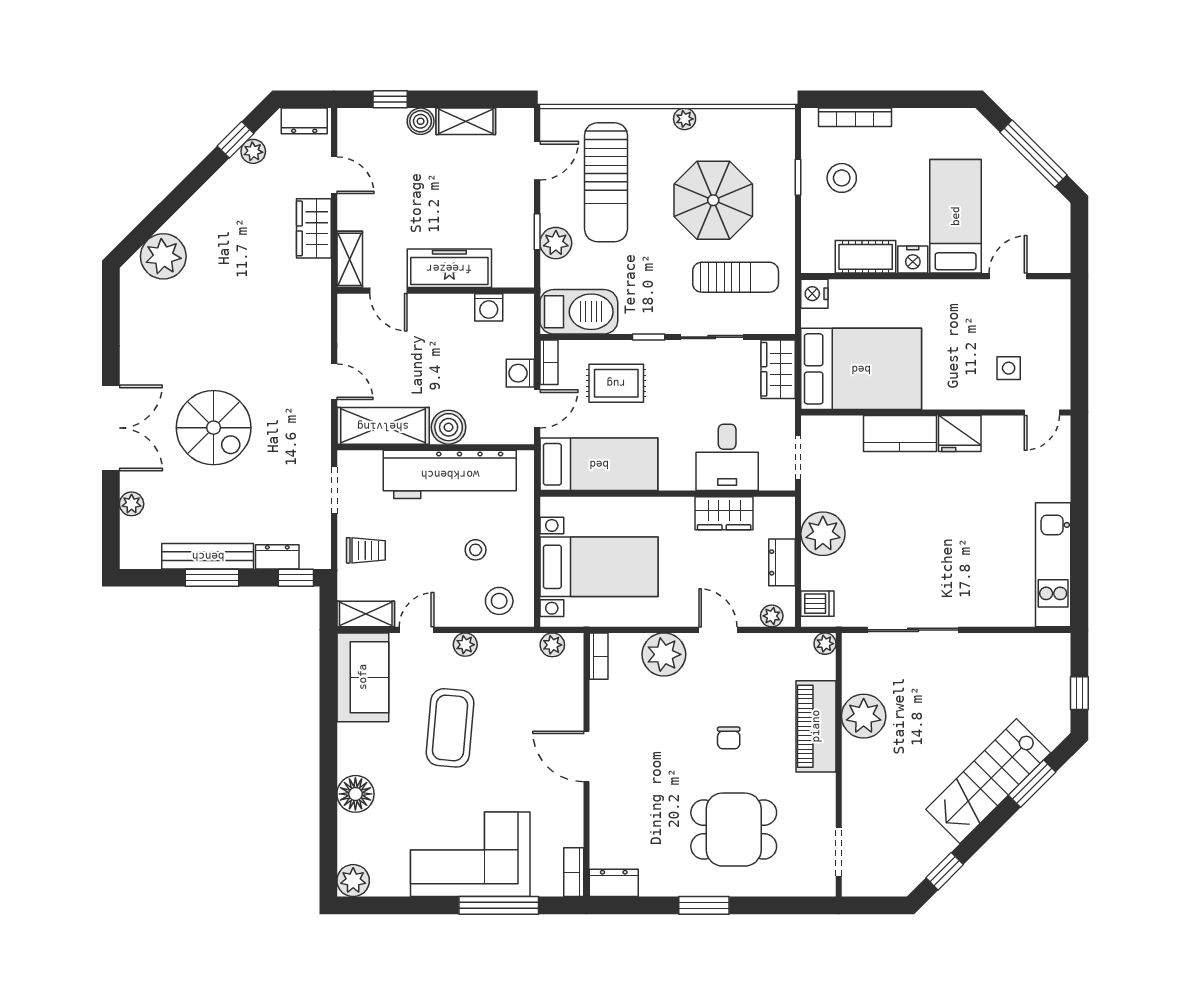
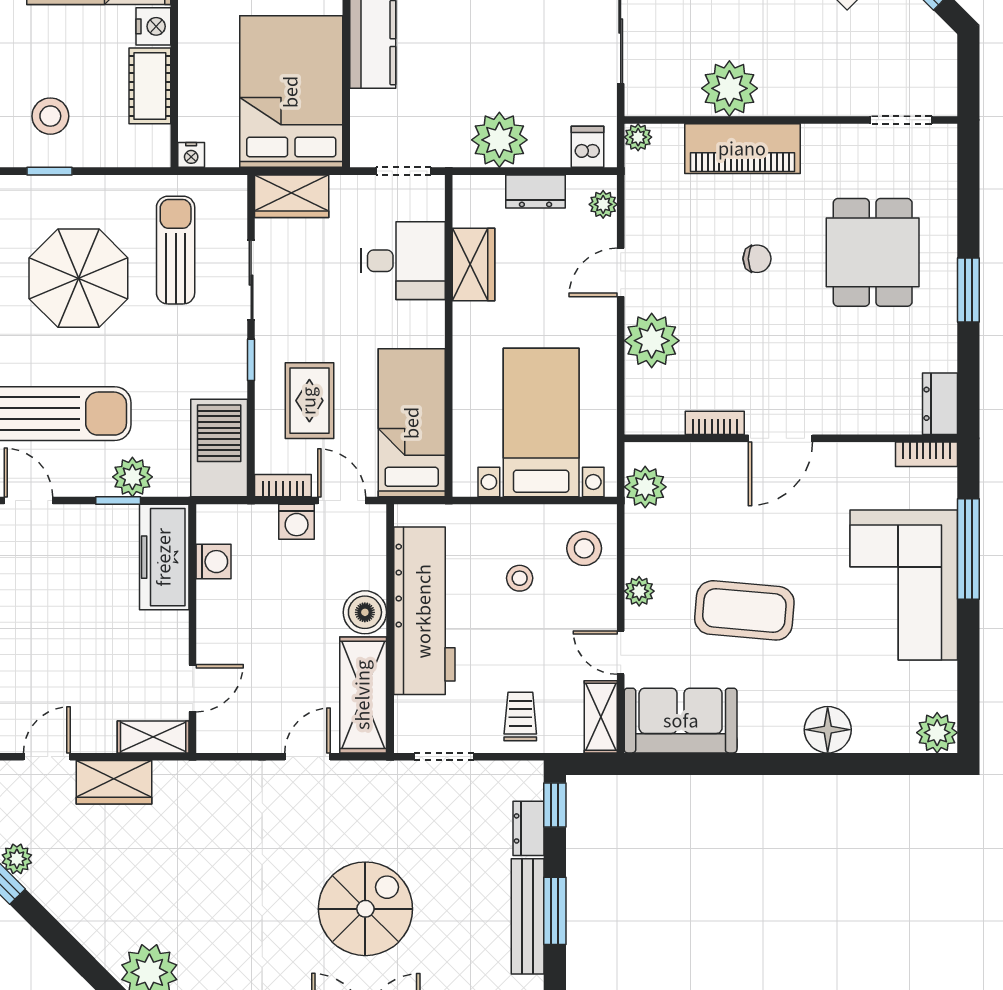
freezer: (449, 268) -> (164, 557), moved
nightstand: (814, 294) -> (191, 155), width x0.72, depth x0.74
plant: (552, 645) -> (645, 487), width x1.38, depth x1.38
bookcase: (599, 656) -> (715, 423), moved

